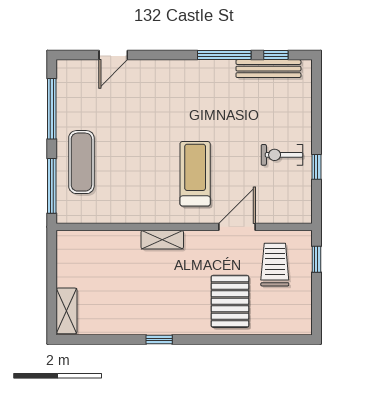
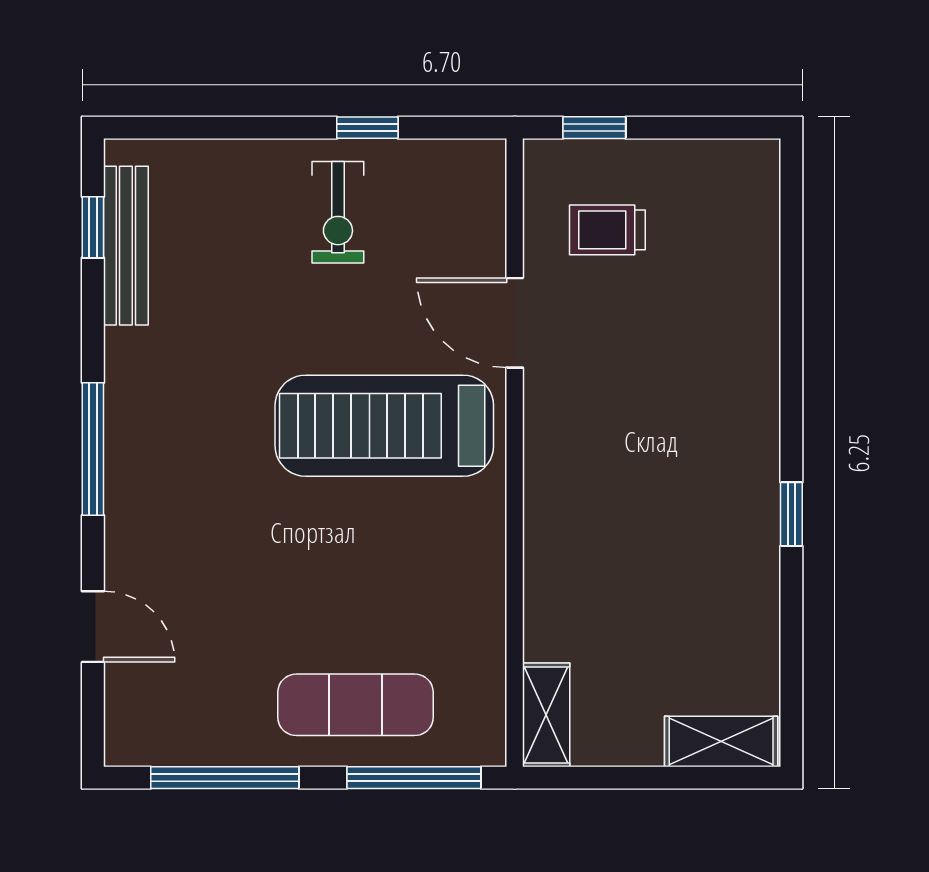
window: (224, 55) -> (93, 449), moved
treadmill: (195, 174) -> (384, 426), width x1.37, depth x1.38
shelving: (162, 240) -> (546, 715), moved
trolley: (275, 265) -> (607, 230), width x0.73, depth x0.72
pallet: (230, 301) -> (698, 340), removed

